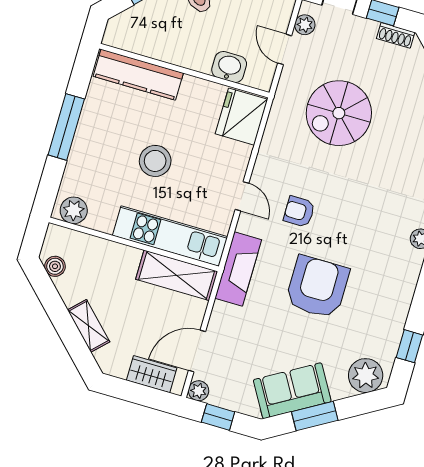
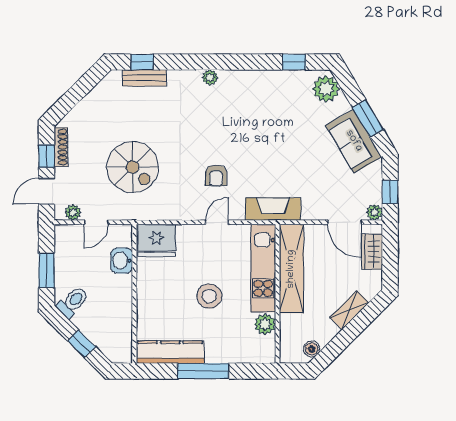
shoe rack: (396, 35) -> (61, 147), width x1.43
kitchen counter: (138, 75) -> (170, 352), moved, turned -90
plant: (74, 210) -> (265, 324), moved
shelving: (177, 275) -> (291, 269), width x1.47
armchair: (317, 287) -> (269, 145), removed

